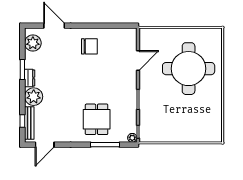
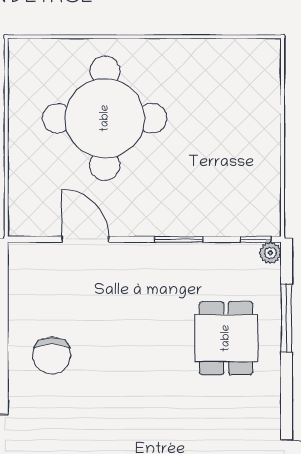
chair: (89, 46) -> (52, 355), turned 180
dining table: (97, 119) -> (226, 338), turned 90

